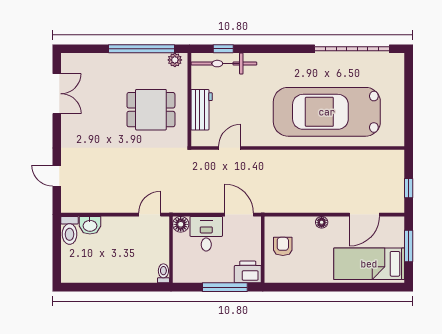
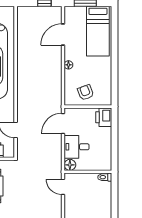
door: (364, 215) -> (63, 35), swing flipped
armchair: (283, 246) -> (86, 92), turned 69
window: (225, 287) -> (115, 134), removed

